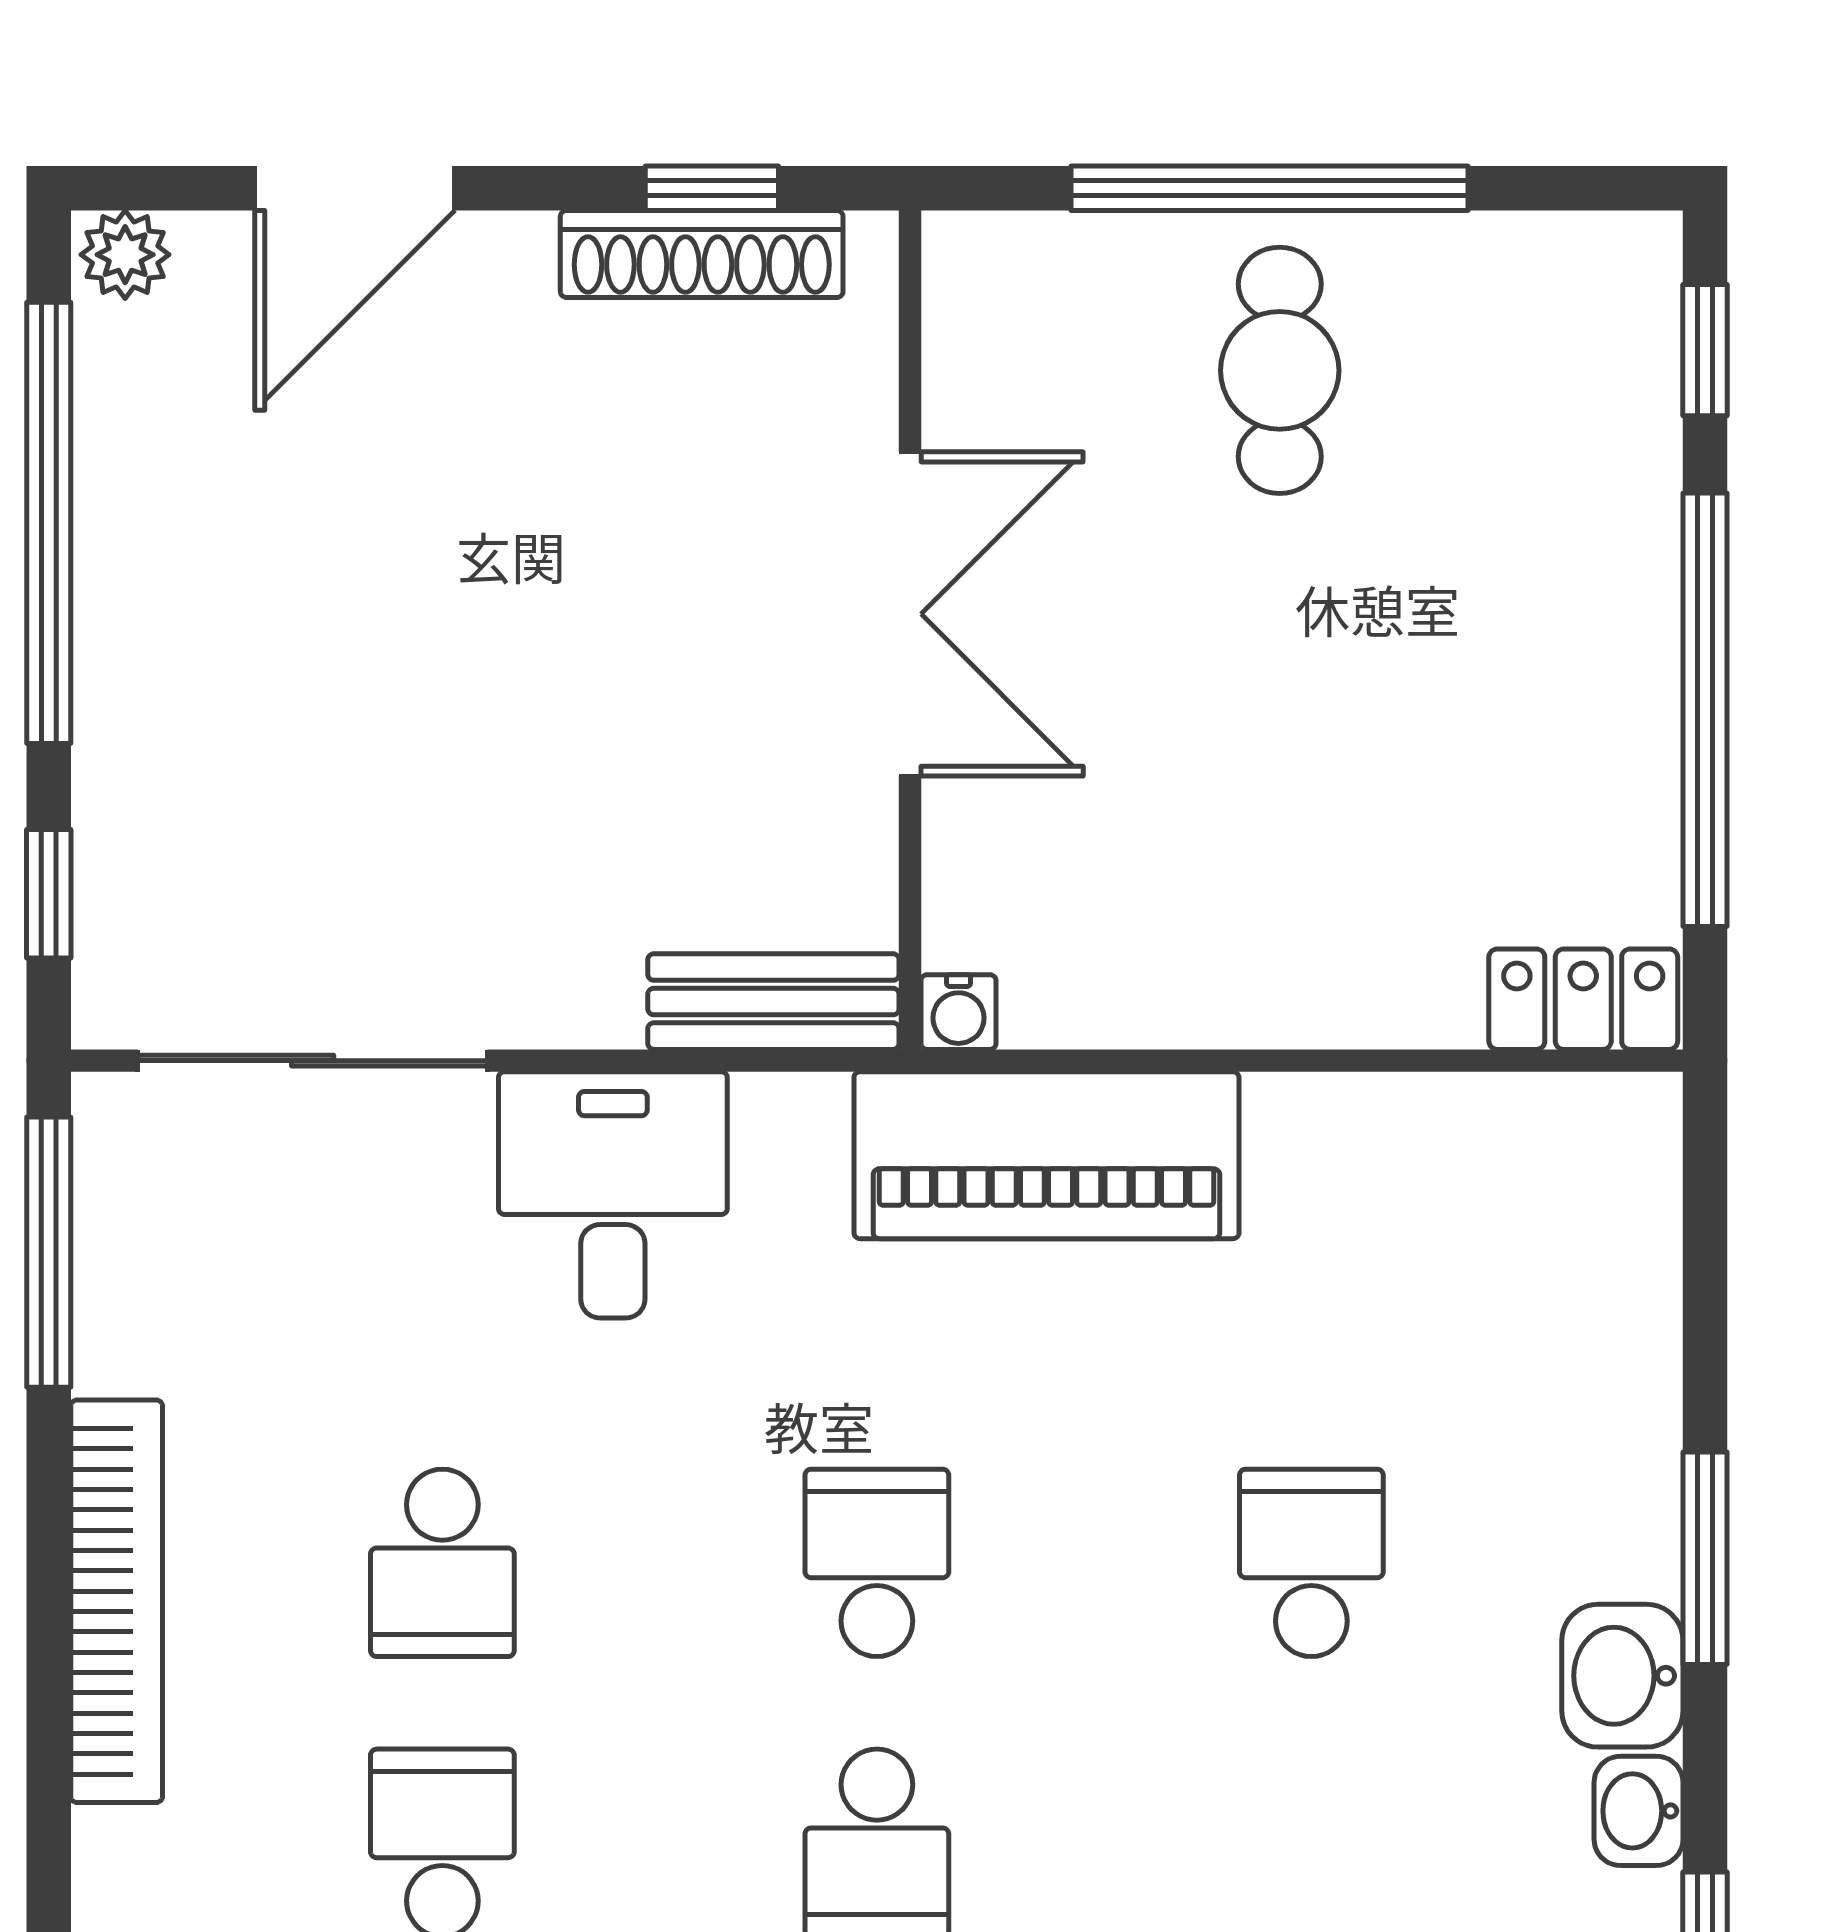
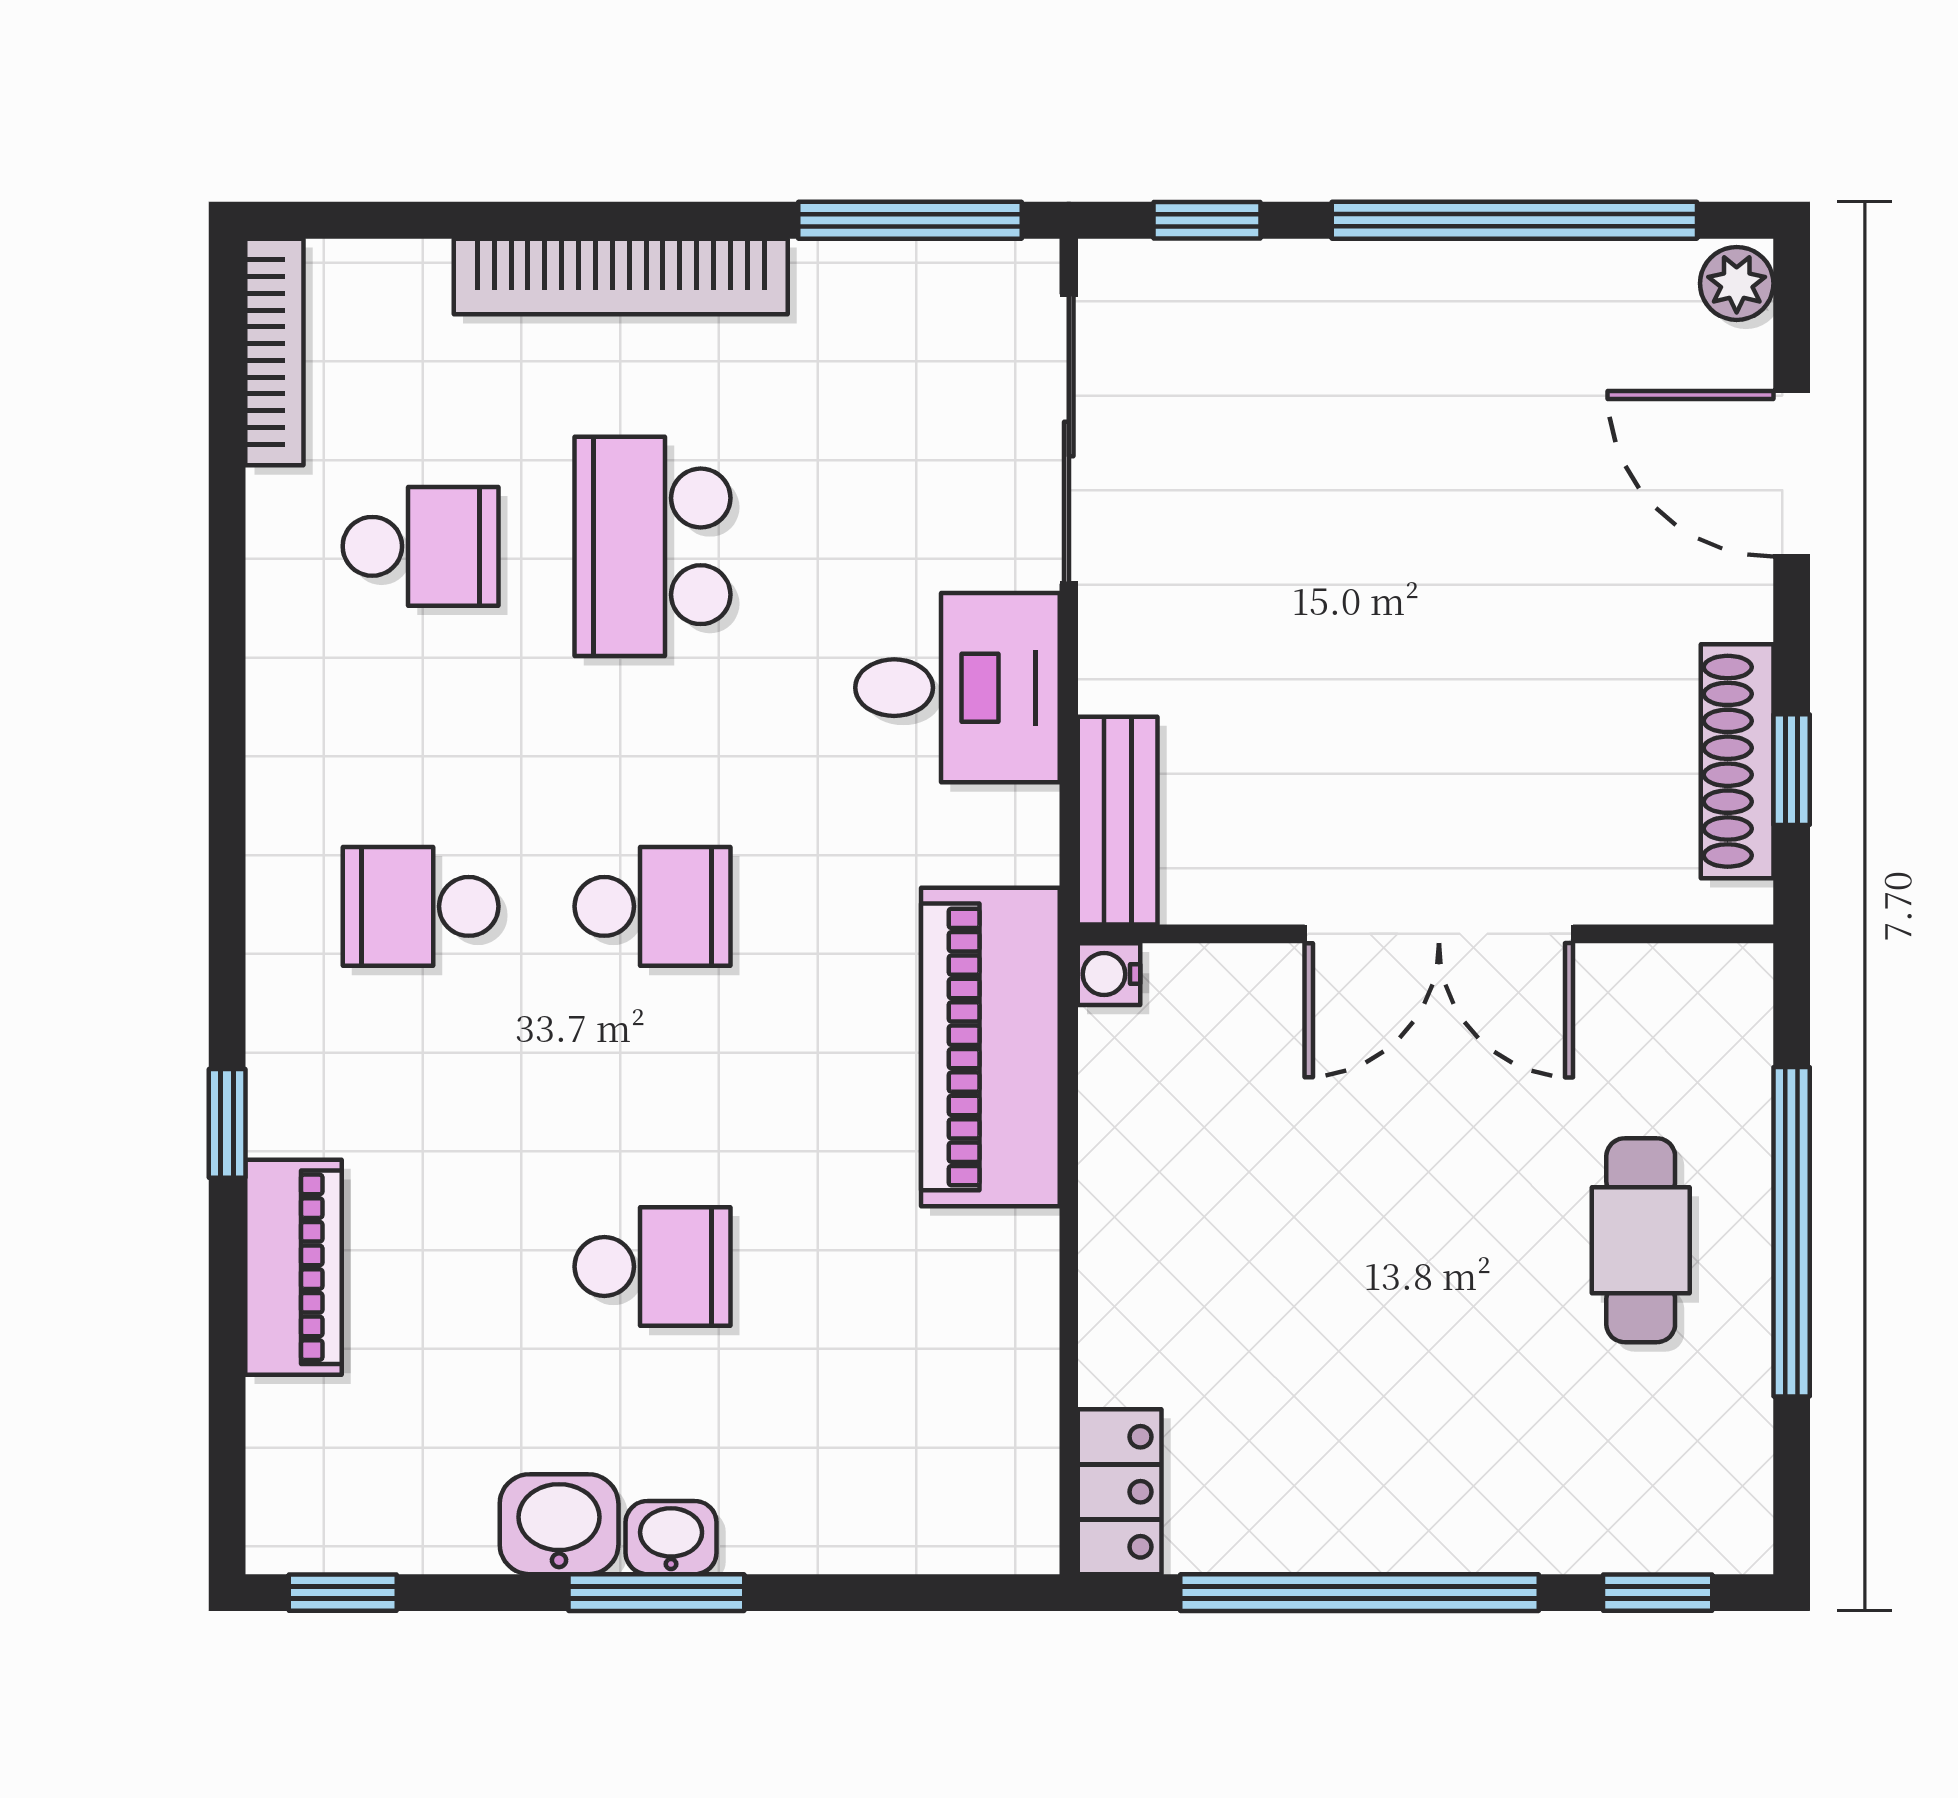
cafe table: (1280, 370) -> (1641, 1240), turned 90
school desk: (442, 1563) -> (653, 546), width x1.85
washbasin: (1639, 1811) -> (671, 1538), moved

